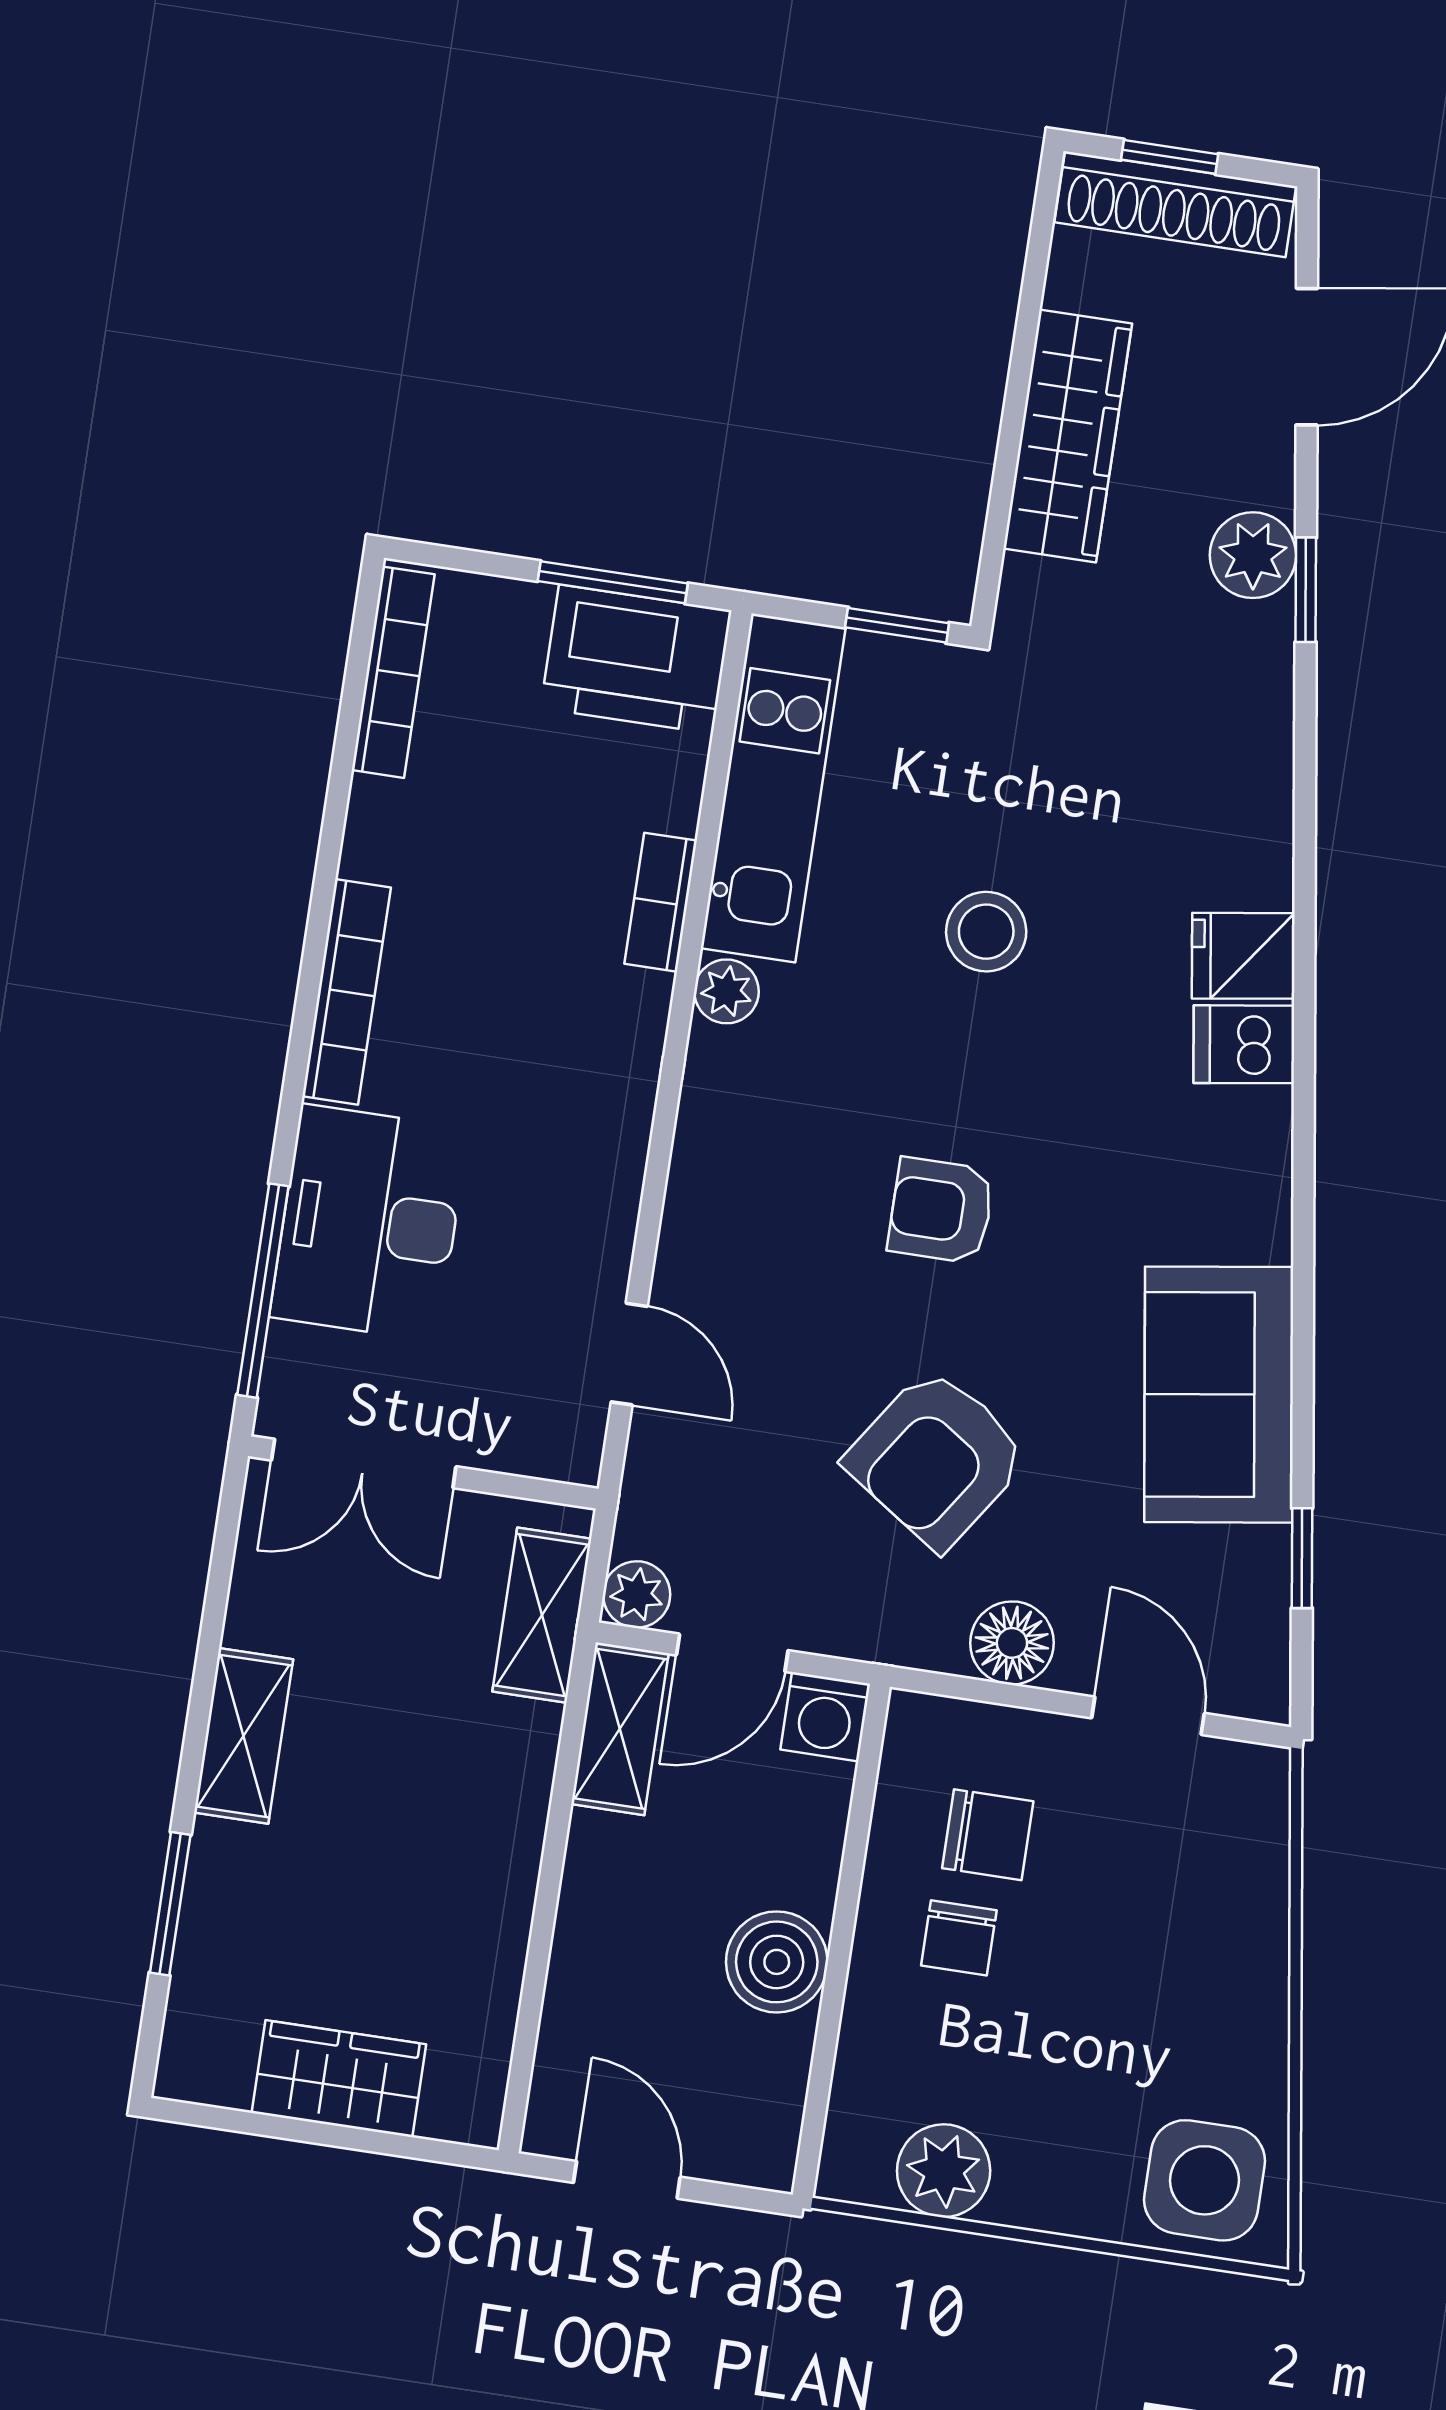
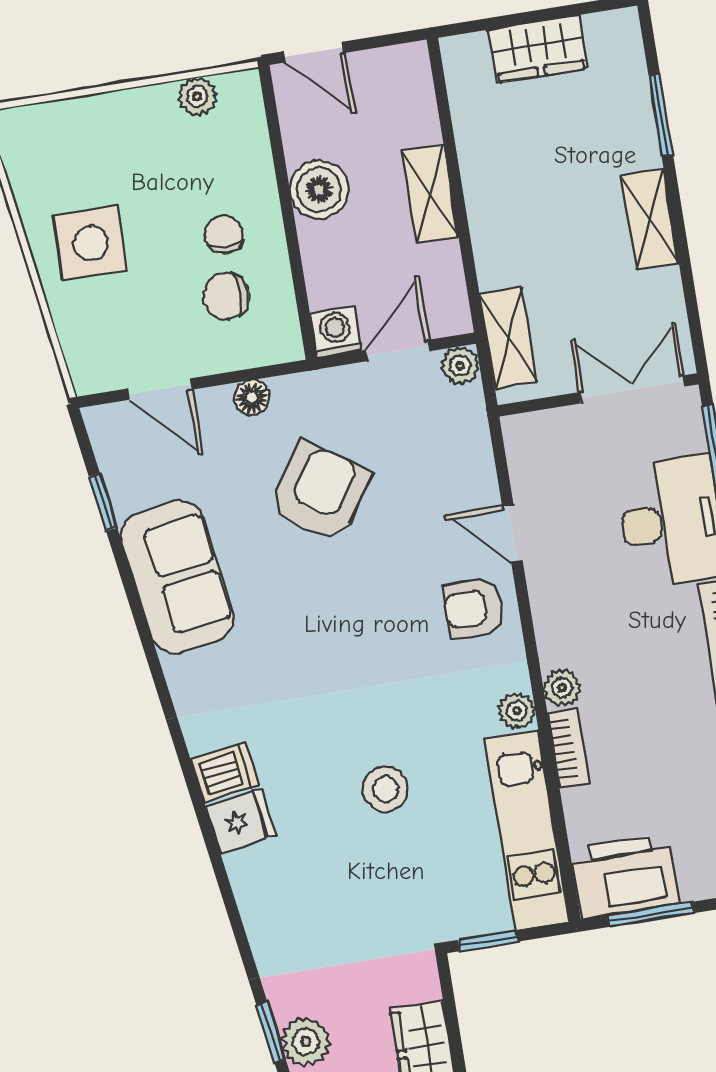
plant: (639, 1006) -> (562, 688), added
armchair: (941, 1210) -> (473, 608), moved, turned 180
door: (629, 1354) -> (512, 534), moved
floor lamp: (1012, 1643) -> (252, 398), width x0.73, depth x0.73
shelving: (620, 1729) -> (430, 194), moved
plant: (944, 2171) -> (197, 96), width x0.73, depth x0.73
door: (627, 2180) -> (314, 52), moved
side table: (1204, 2180) -> (91, 243), moved

